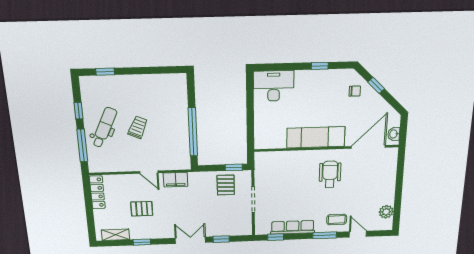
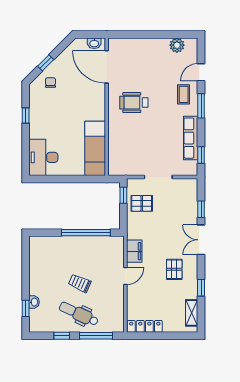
washbasin: (113, 81) -> (34, 302), added
exam couch: (316, 137) -> (95, 148), moved
pallet: (142, 209) -> (174, 269), moved

